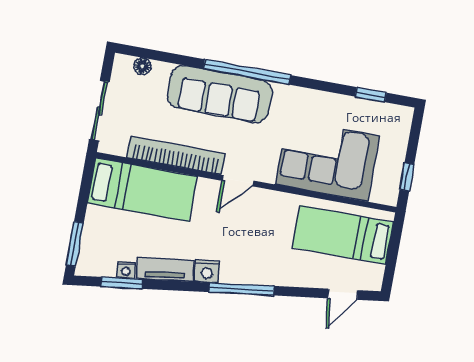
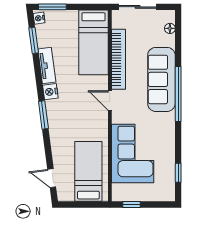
nightstand: (126, 270) -> (39, 18), moved
window: (242, 289) -> (43, 115), width x0.69

